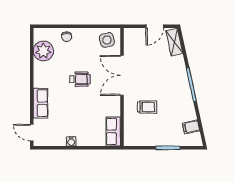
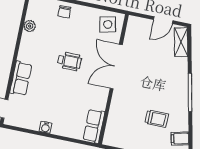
plant: (43, 51) -> (30, 26), width x0.53, depth x0.53
trolley: (147, 107) -> (157, 119), moved

